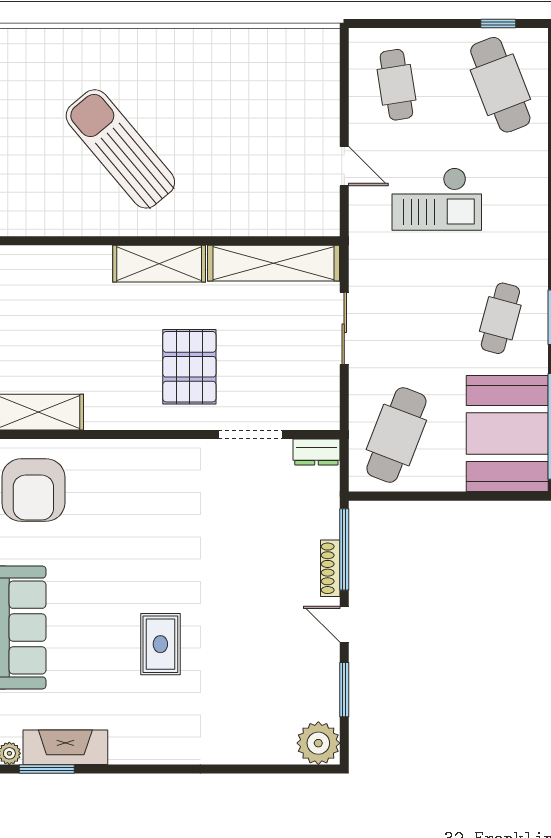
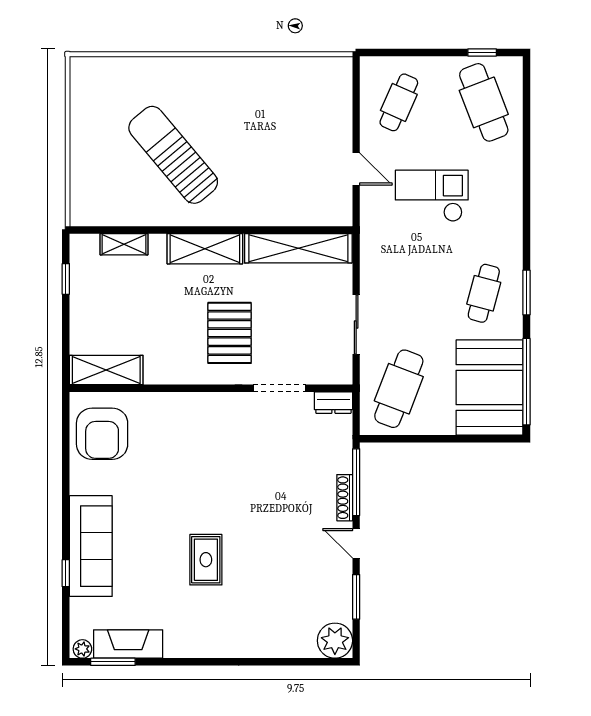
cafe table: (396, 85) -> (399, 102), turned 33
checkout: (437, 199) -> (432, 196), turned 180
shelving: (60, 258) -> (124, 244), added
sliding door: (344, 328) -> (356, 325), moved

